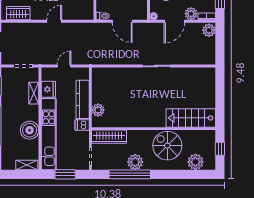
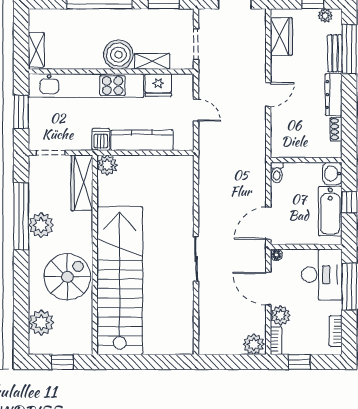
door: (54, 21) -> (268, 95), hinge flipped
door: (122, 21) -> (268, 223), moved
plant: (98, 110) -> (107, 165), moved
stairs: (191, 118) -> (120, 281), width x1.86, depth x1.51
boiler: (30, 130) -> (118, 55), moved

